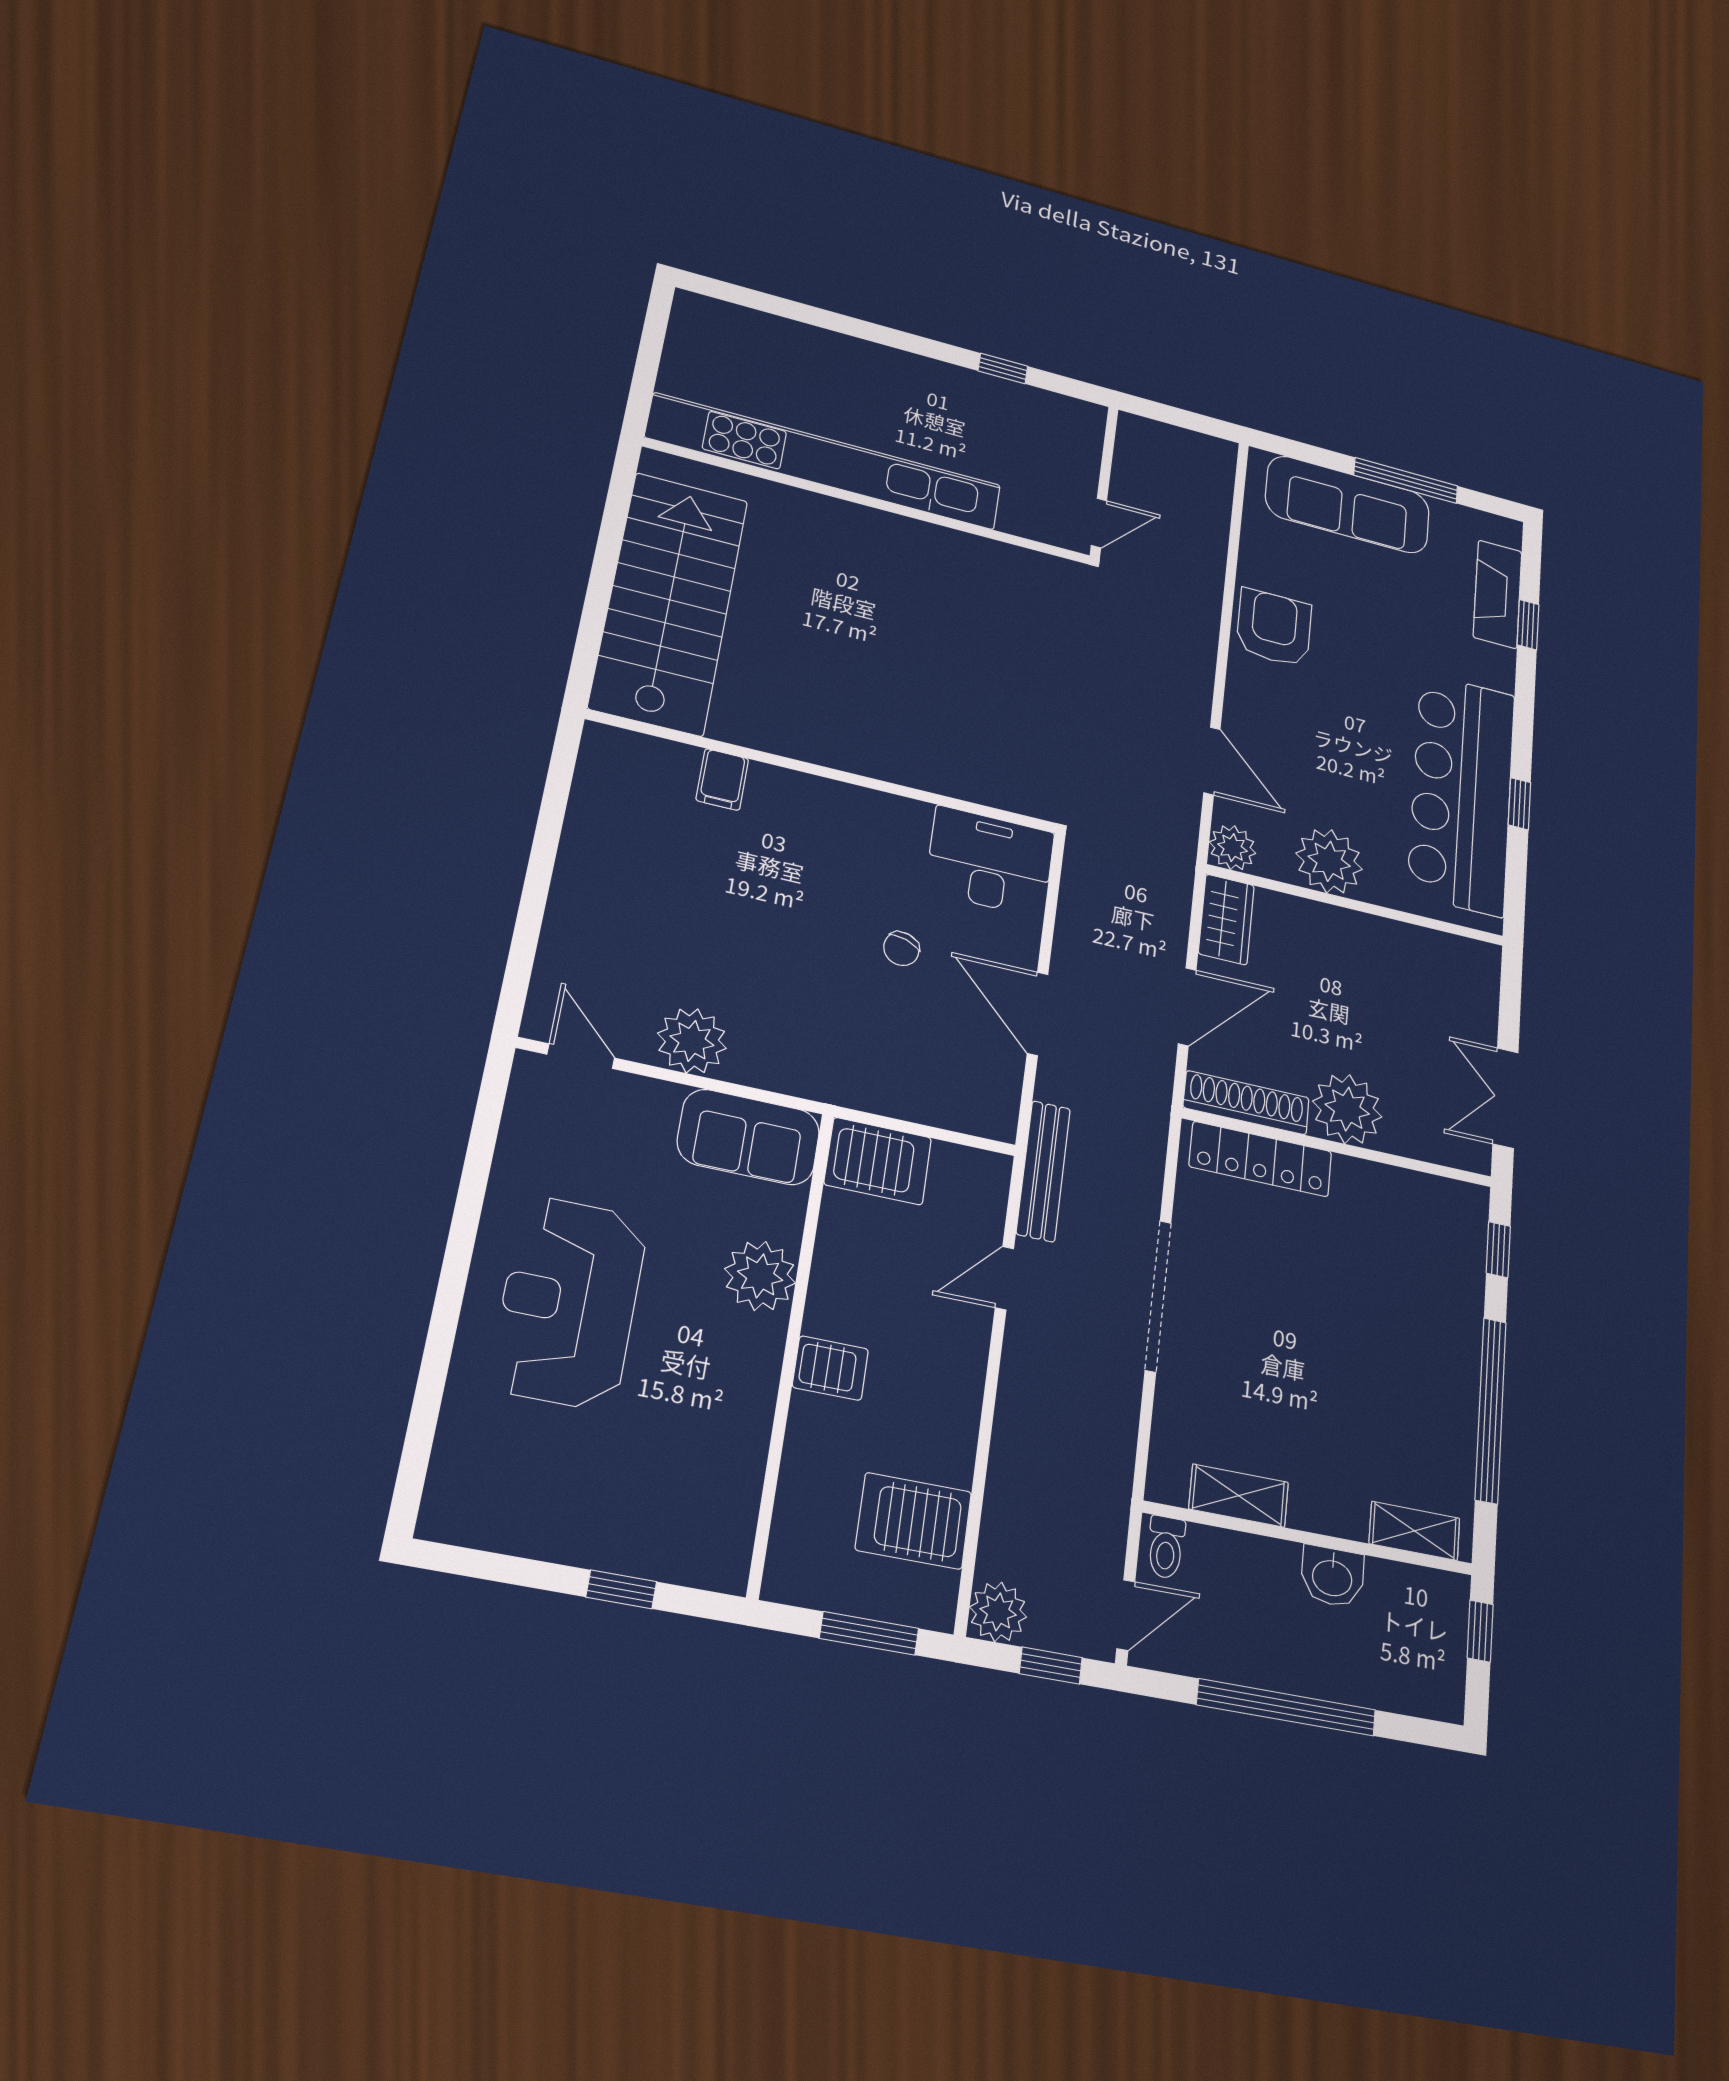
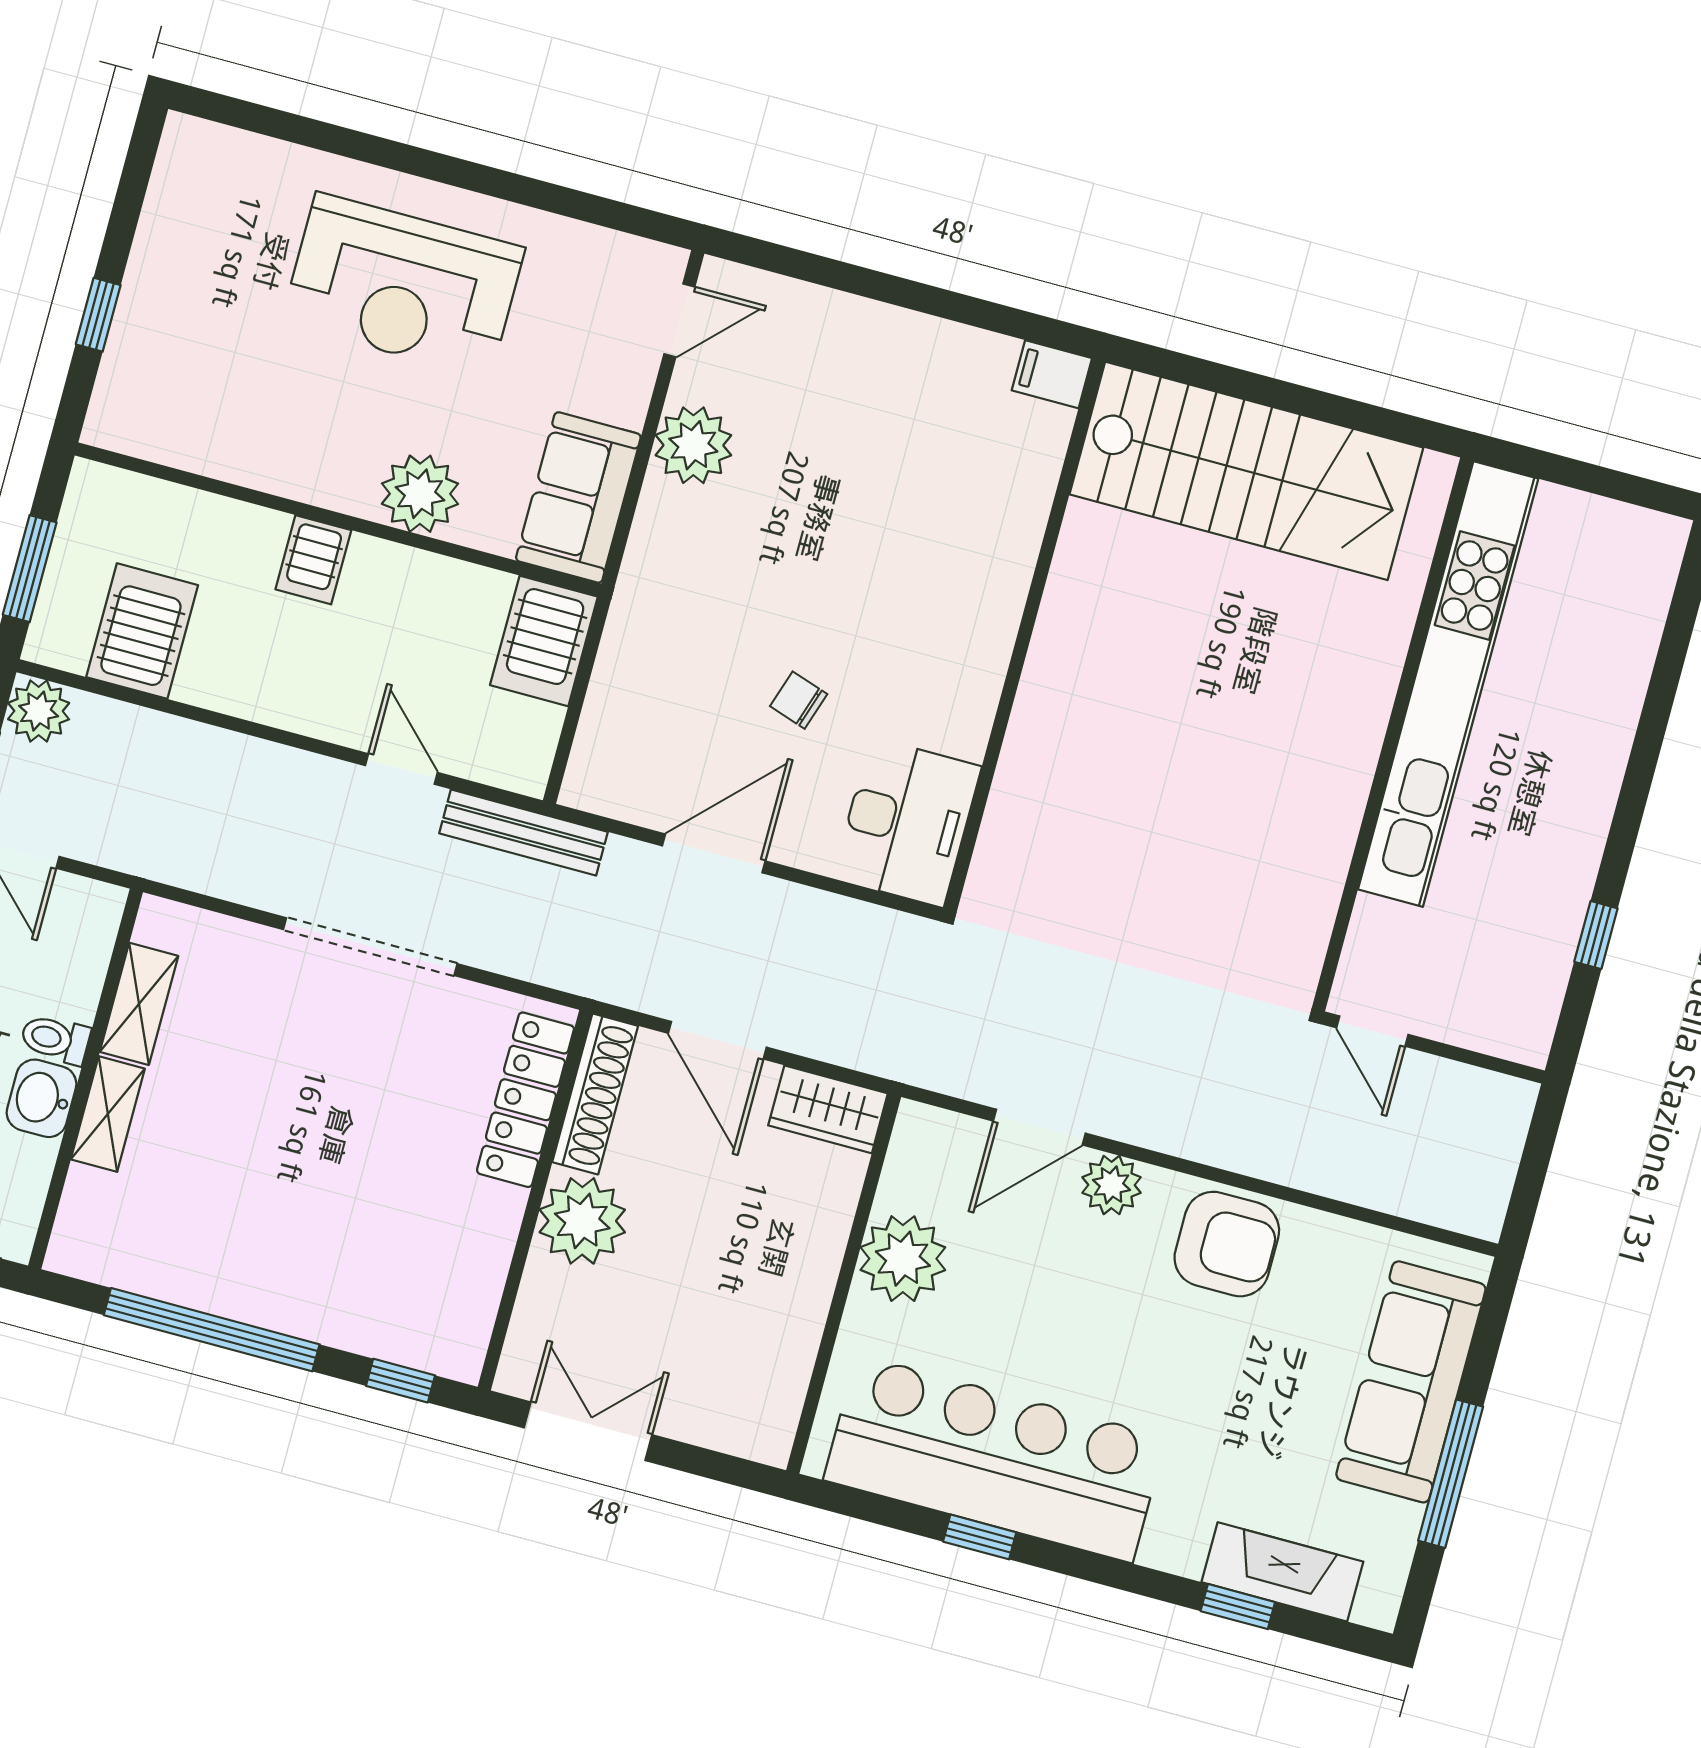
filing cabinet: (722, 779) -> (1052, 374), moved
plant: (1233, 848) -> (1111, 1185), moved
reception desk: (569, 1302) -> (403, 285), turned 180
shelving: (1414, 1531) -> (108, 1114), moved
toilet: (1166, 1547) -> (55, 1039), moved

